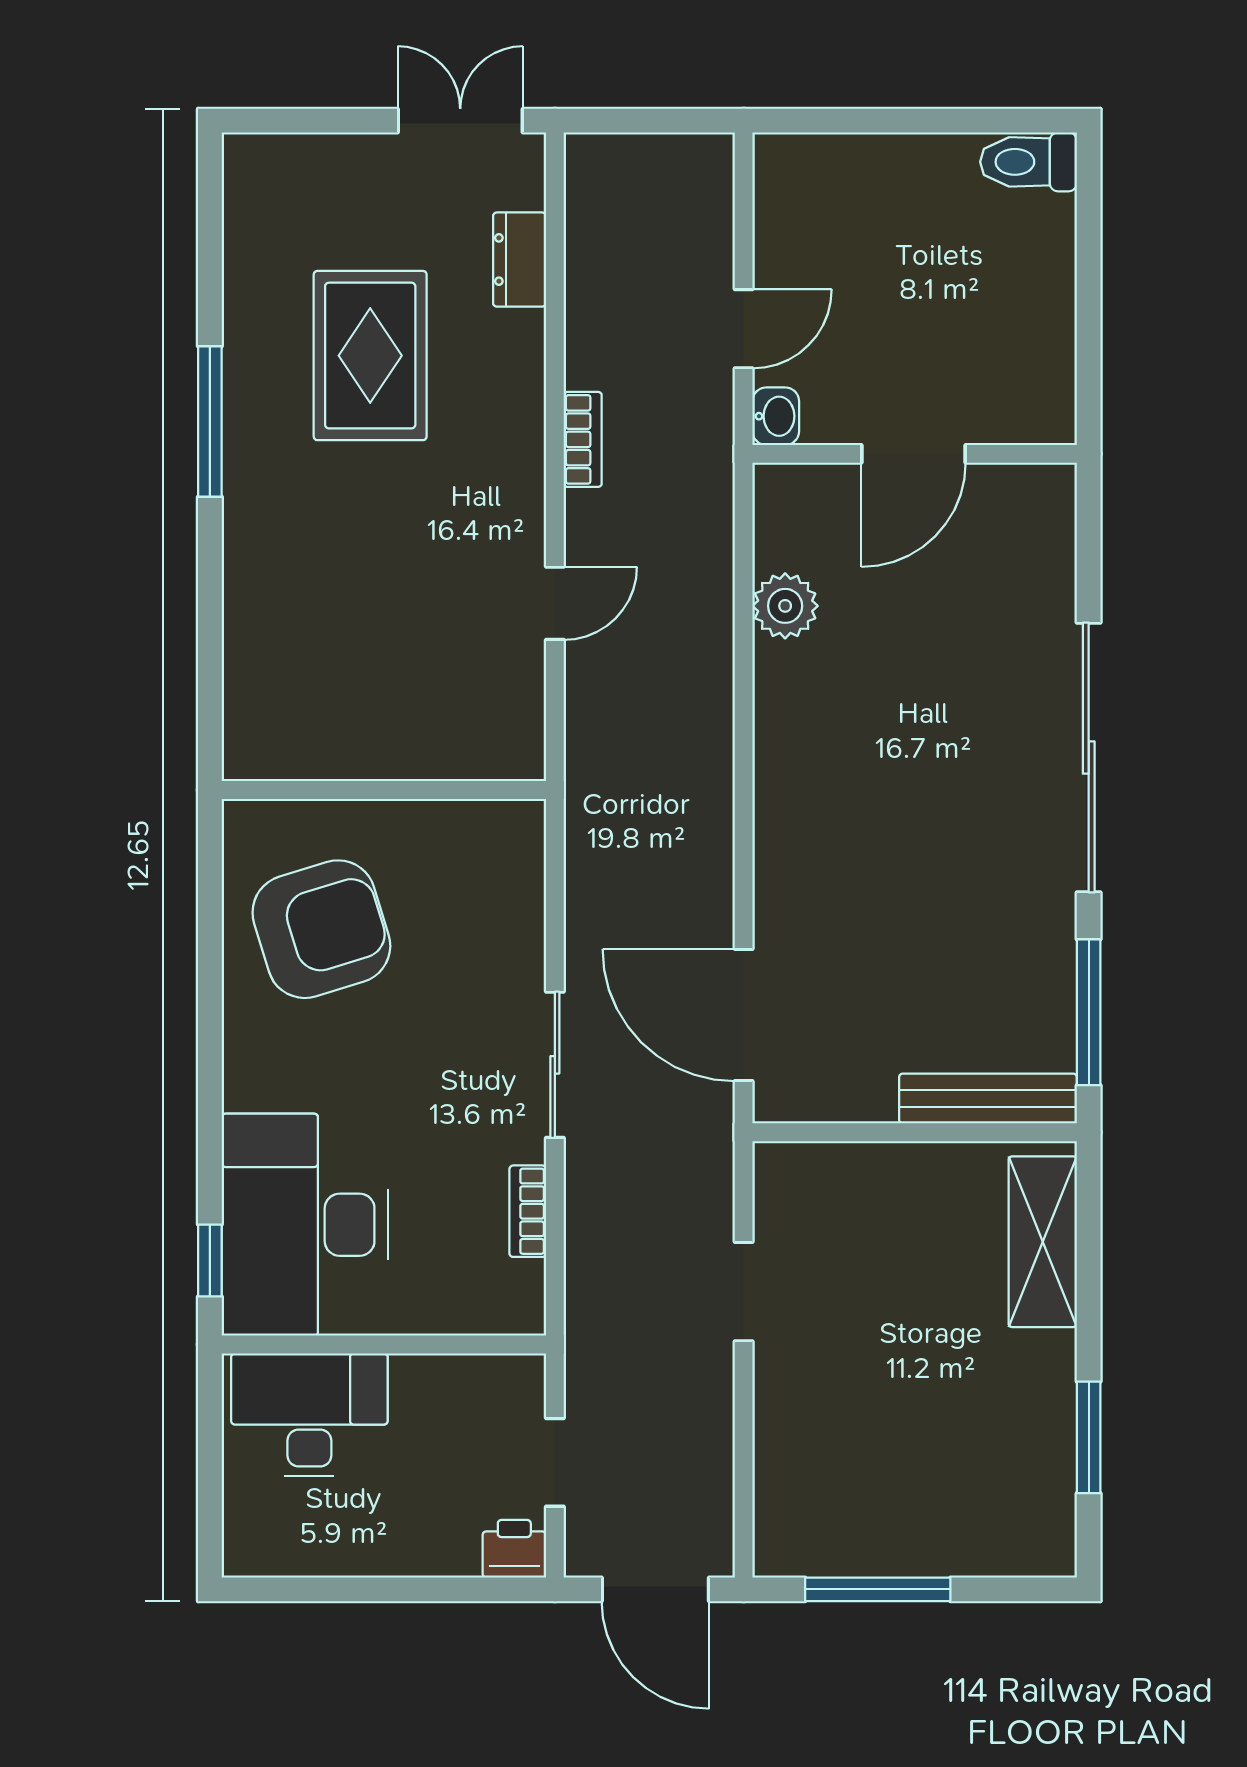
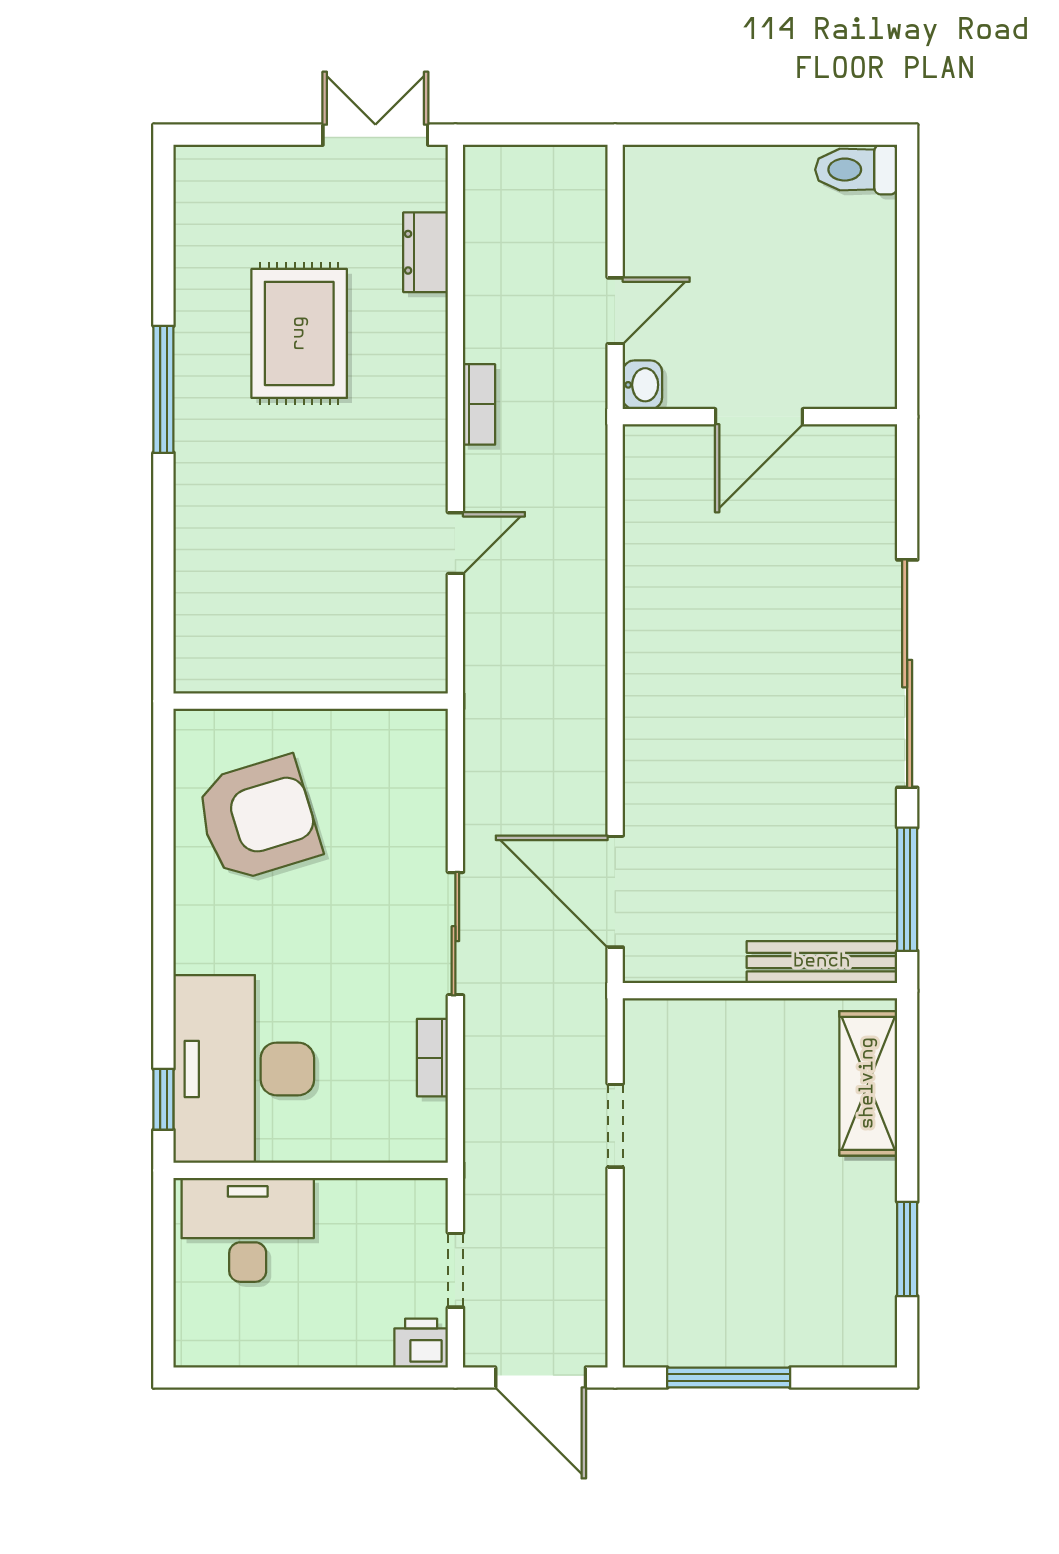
plant: (785, 606) -> (650, 545), removed

